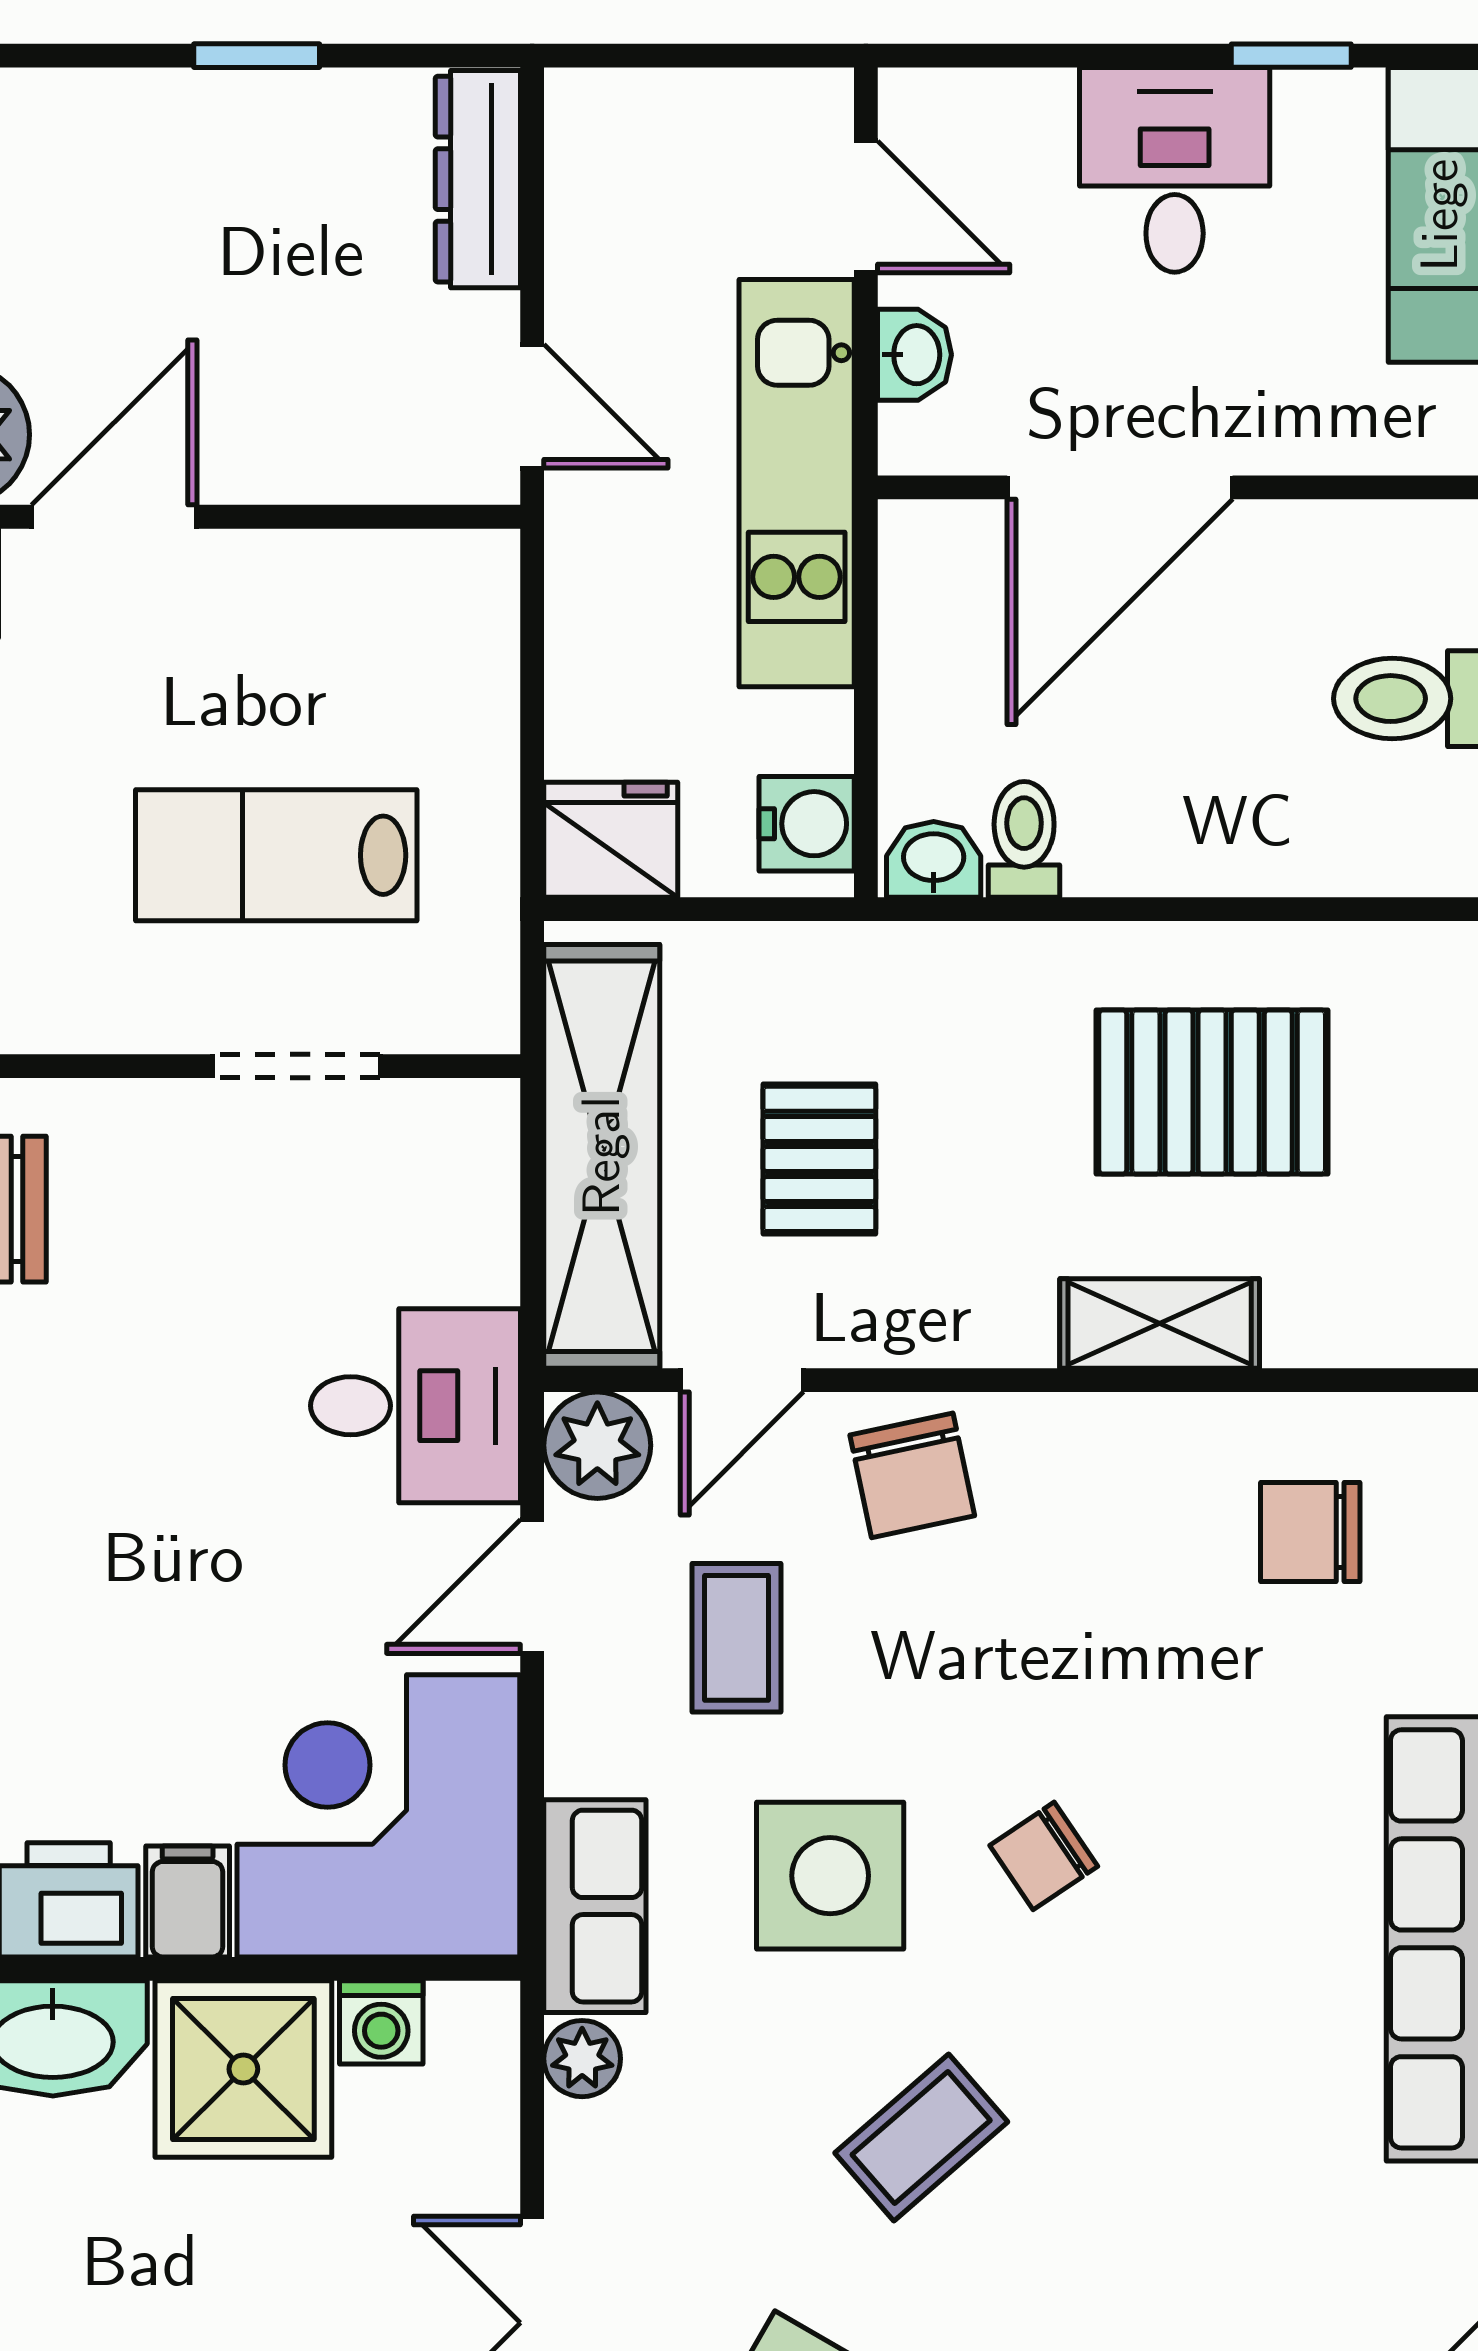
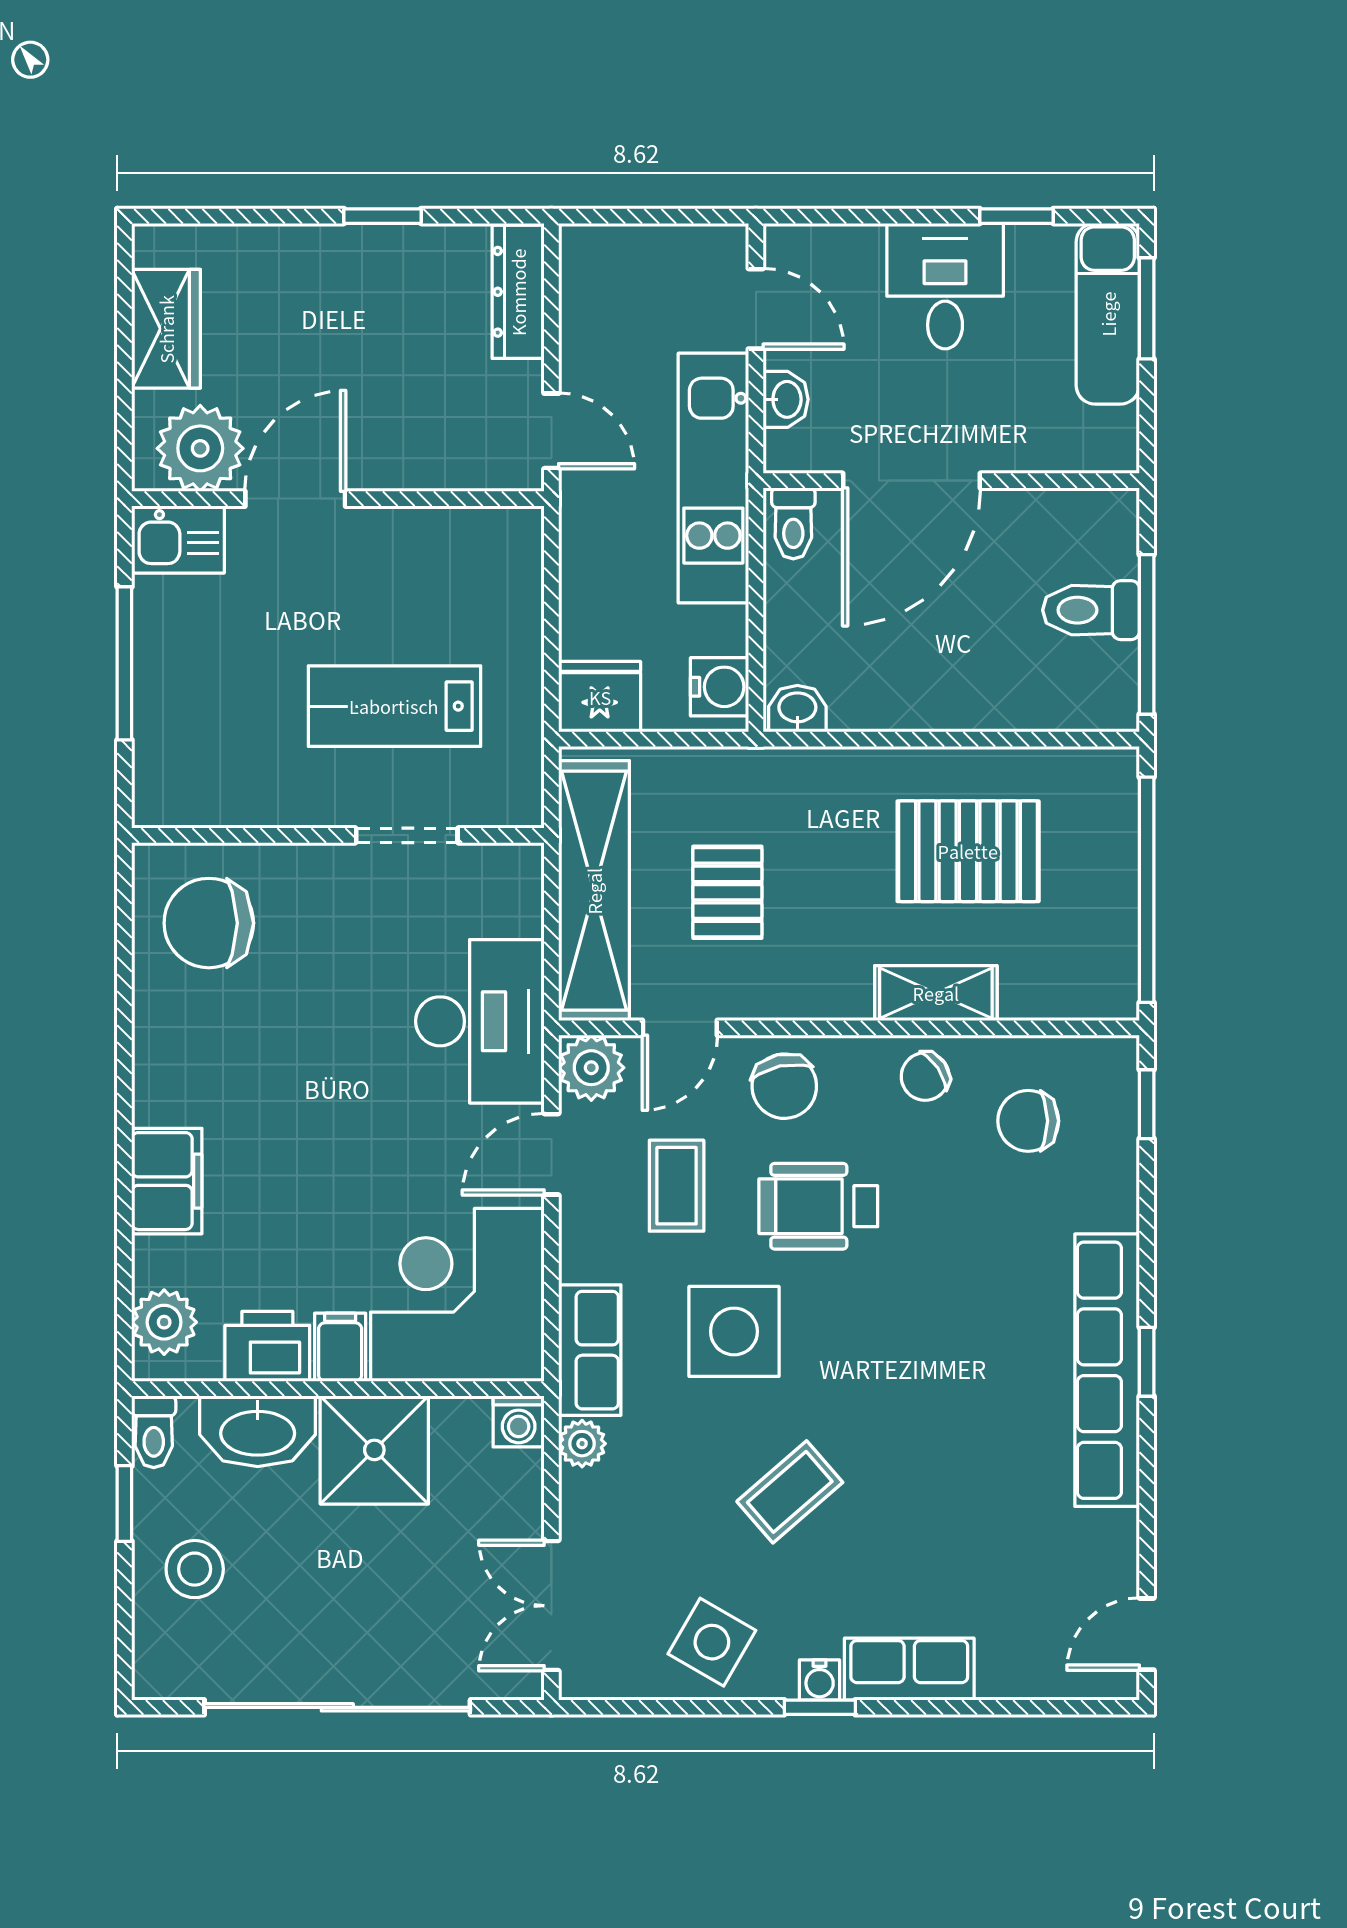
toilet: (1024, 839) -> (793, 523), moved, turned 180
desk: (416, 1406) -> (480, 1021), width x1.37
wheelchair: (968, 1671) -> (818, 1206), added
chair: (1044, 1856) -> (925, 1076), moved
washing machine: (381, 2022) -> (519, 1421), moved

